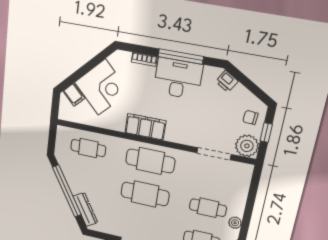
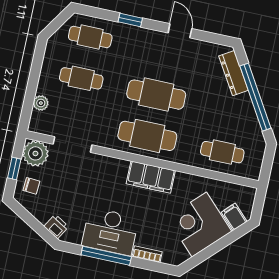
plant: (235, 223) -> (41, 103), moved

